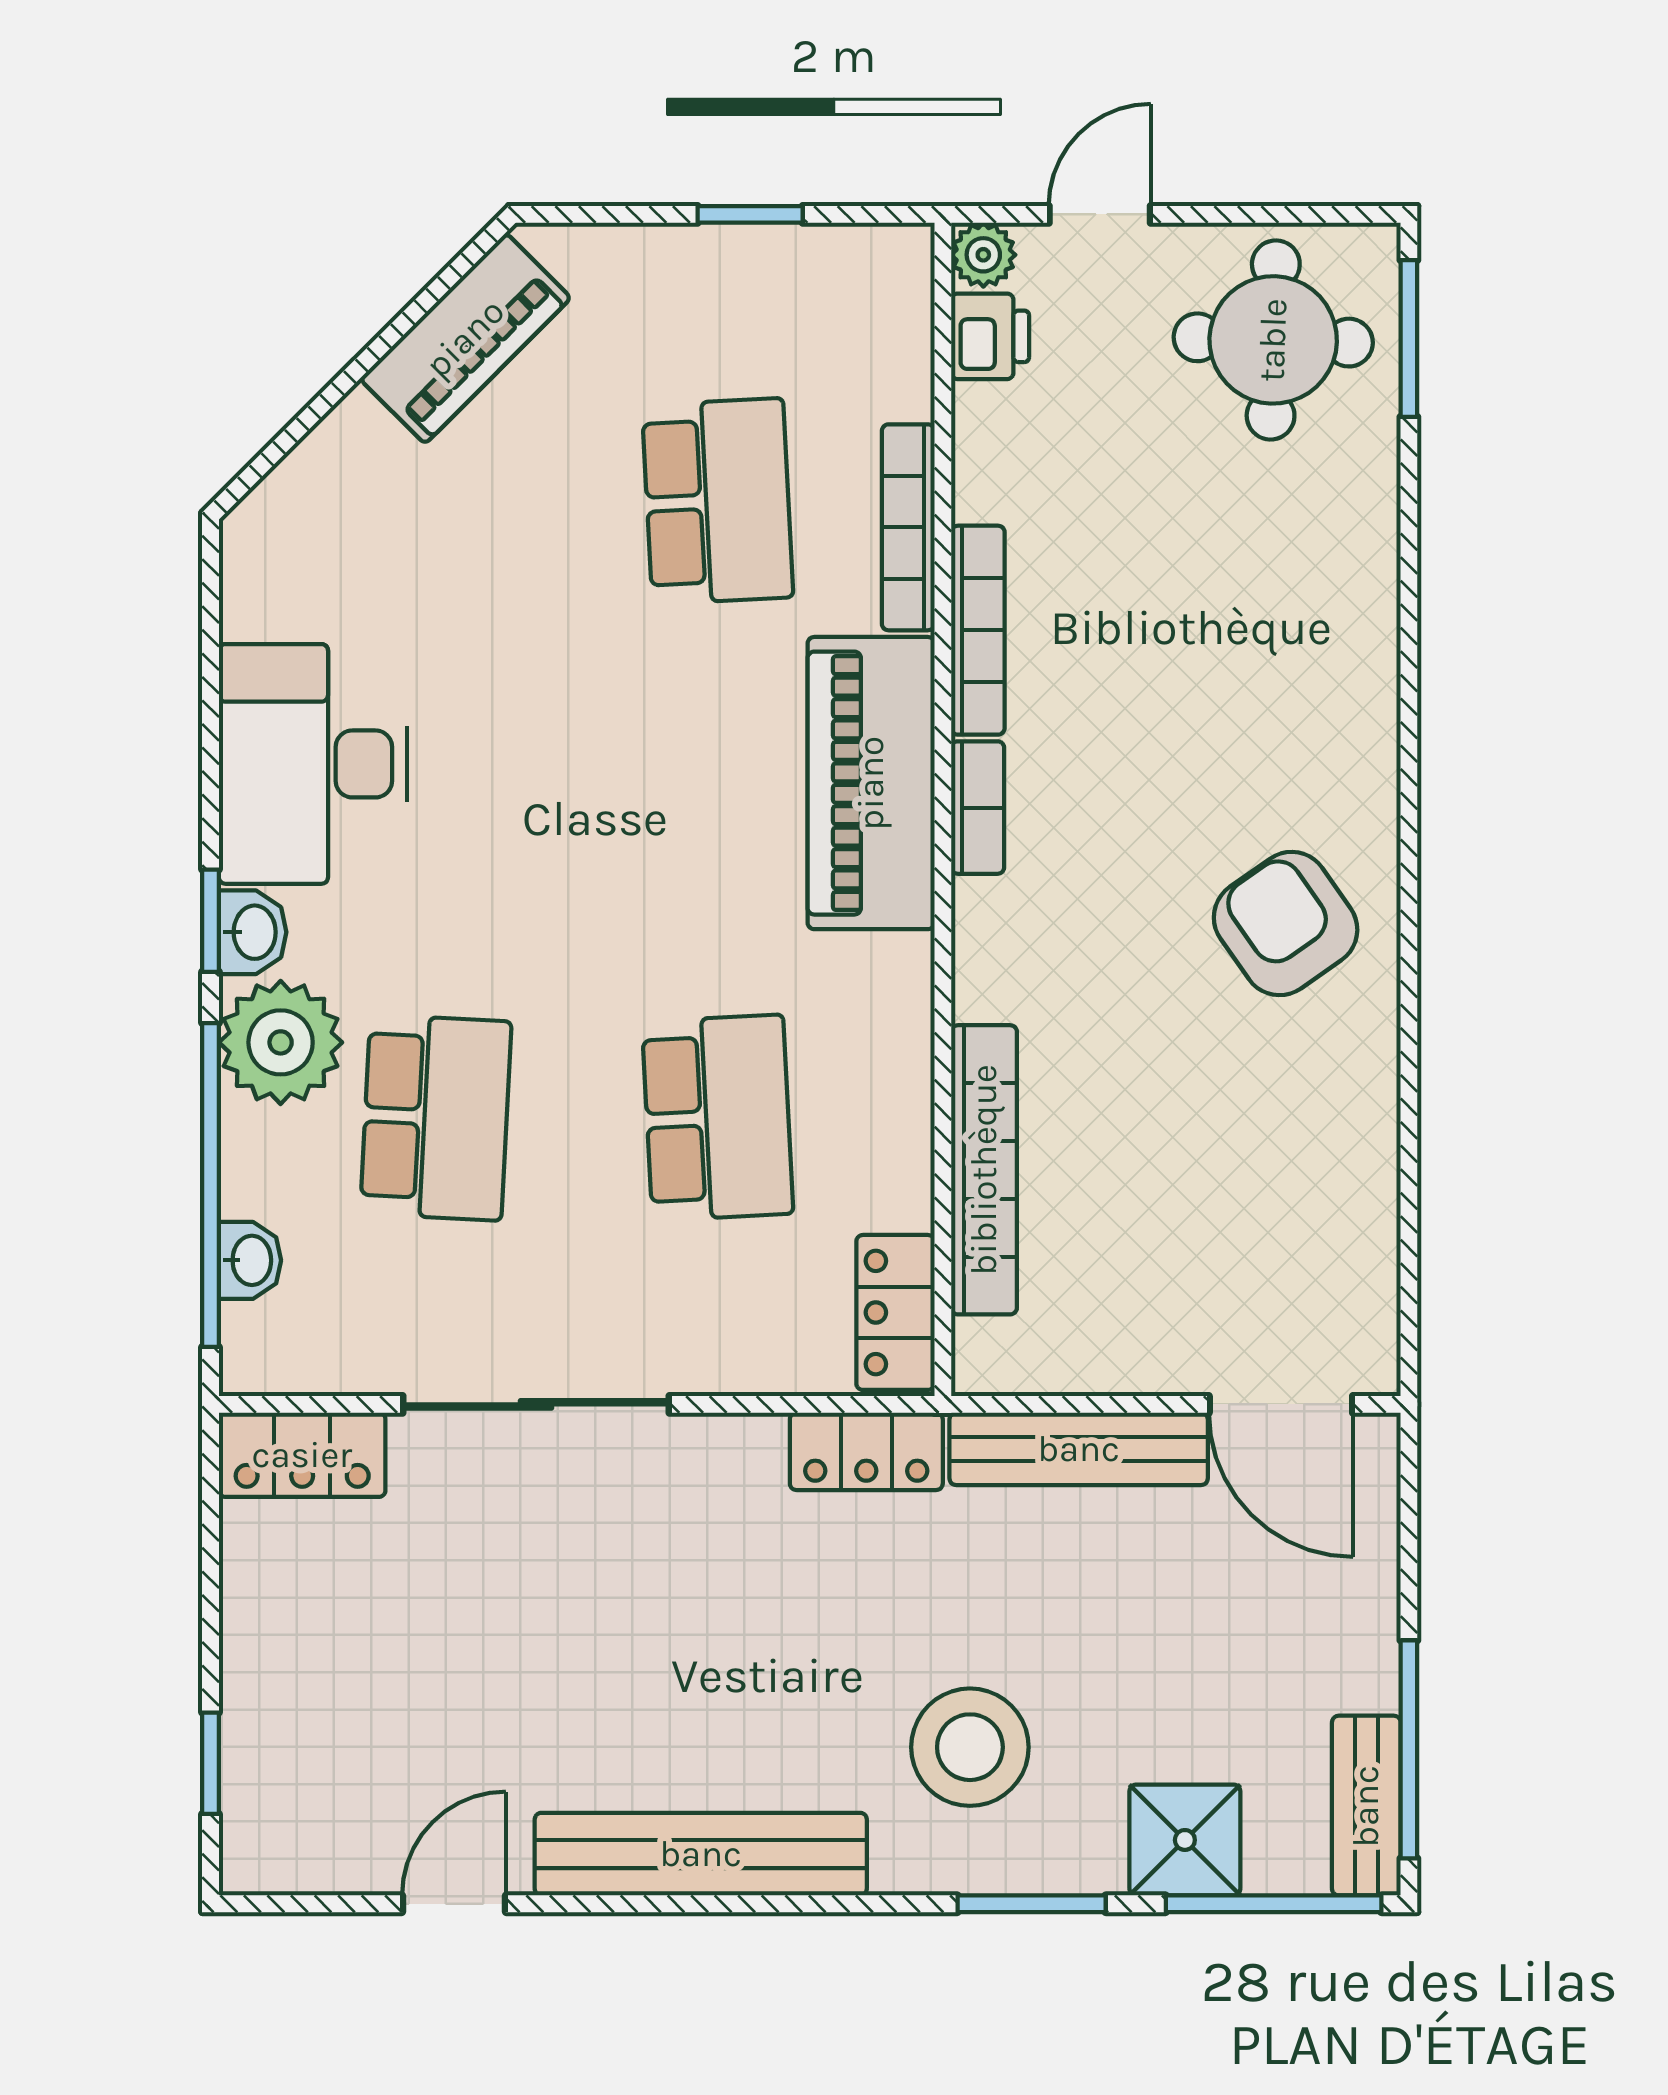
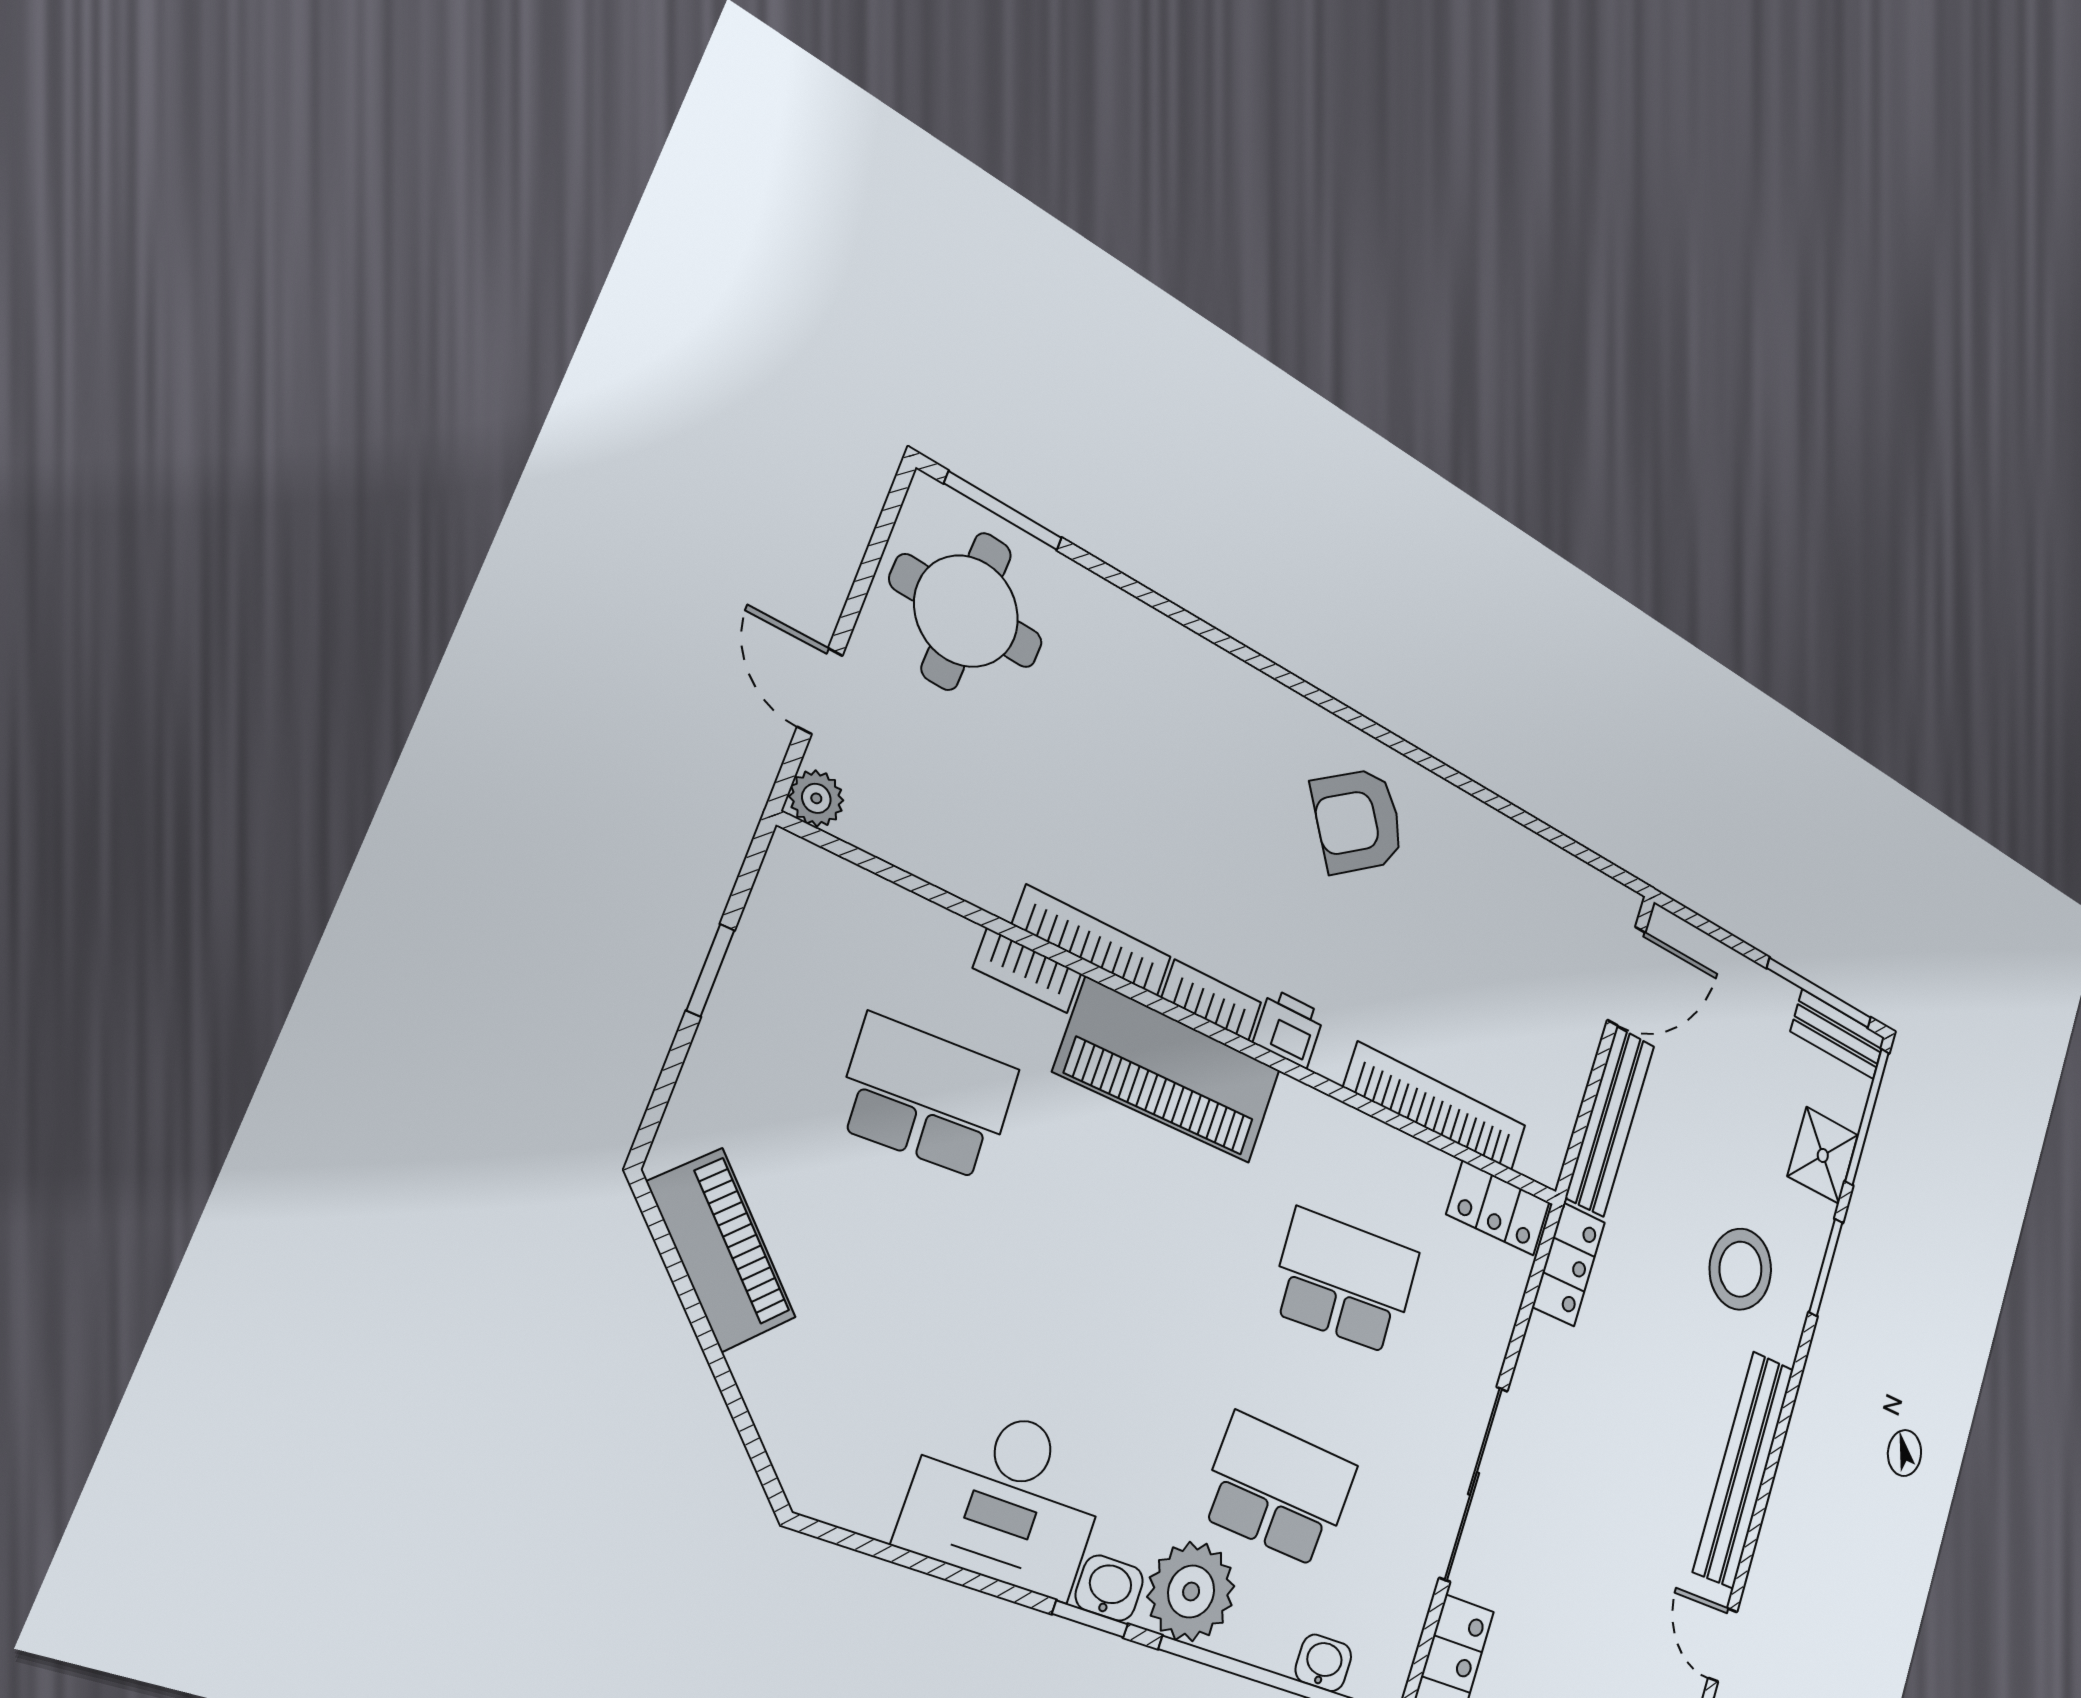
printer: (990, 336) -> (1289, 1028), moved
bookcase: (908, 527) -> (1027, 971), width x0.64

